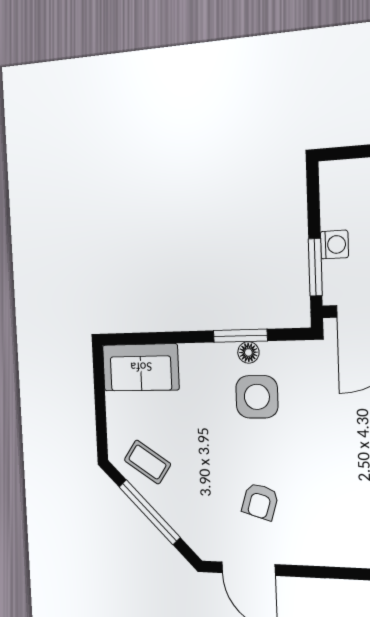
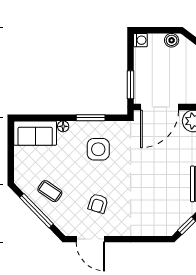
washing machine: (334, 245) -> (140, 40), moved
floor lamp: (248, 352) -> (63, 126), moved
coffee table: (147, 462) -> (50, 191), moved

